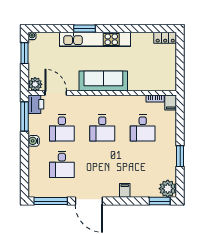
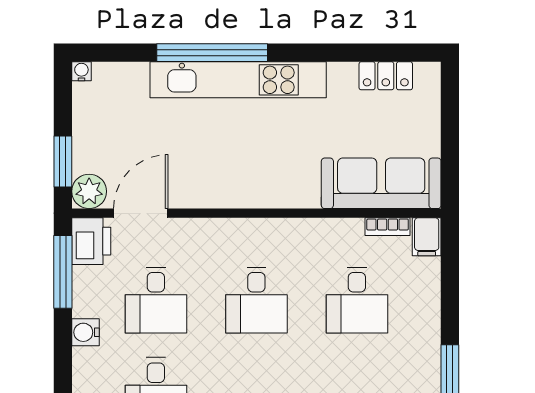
window: (84, 28) -> (212, 53), width x2.11
locker: (165, 38) -> (386, 76), moved
window: (24, 53) -> (63, 162), moved
sofa: (103, 81) -> (381, 183), moved
door: (56, 93) -> (141, 213), hinge flipped

